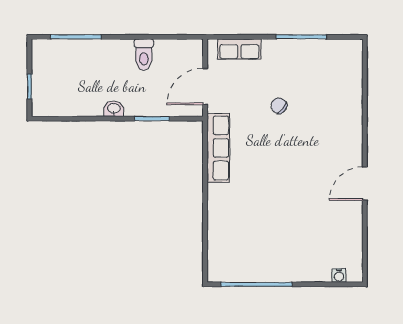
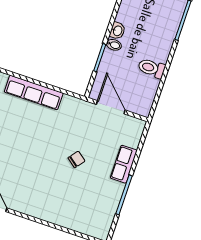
row of seats: (239, 49) -> (124, 164), moved
bidet: (132, 107) -> (114, 45), added
row of seats: (218, 148) -> (34, 93), moved

